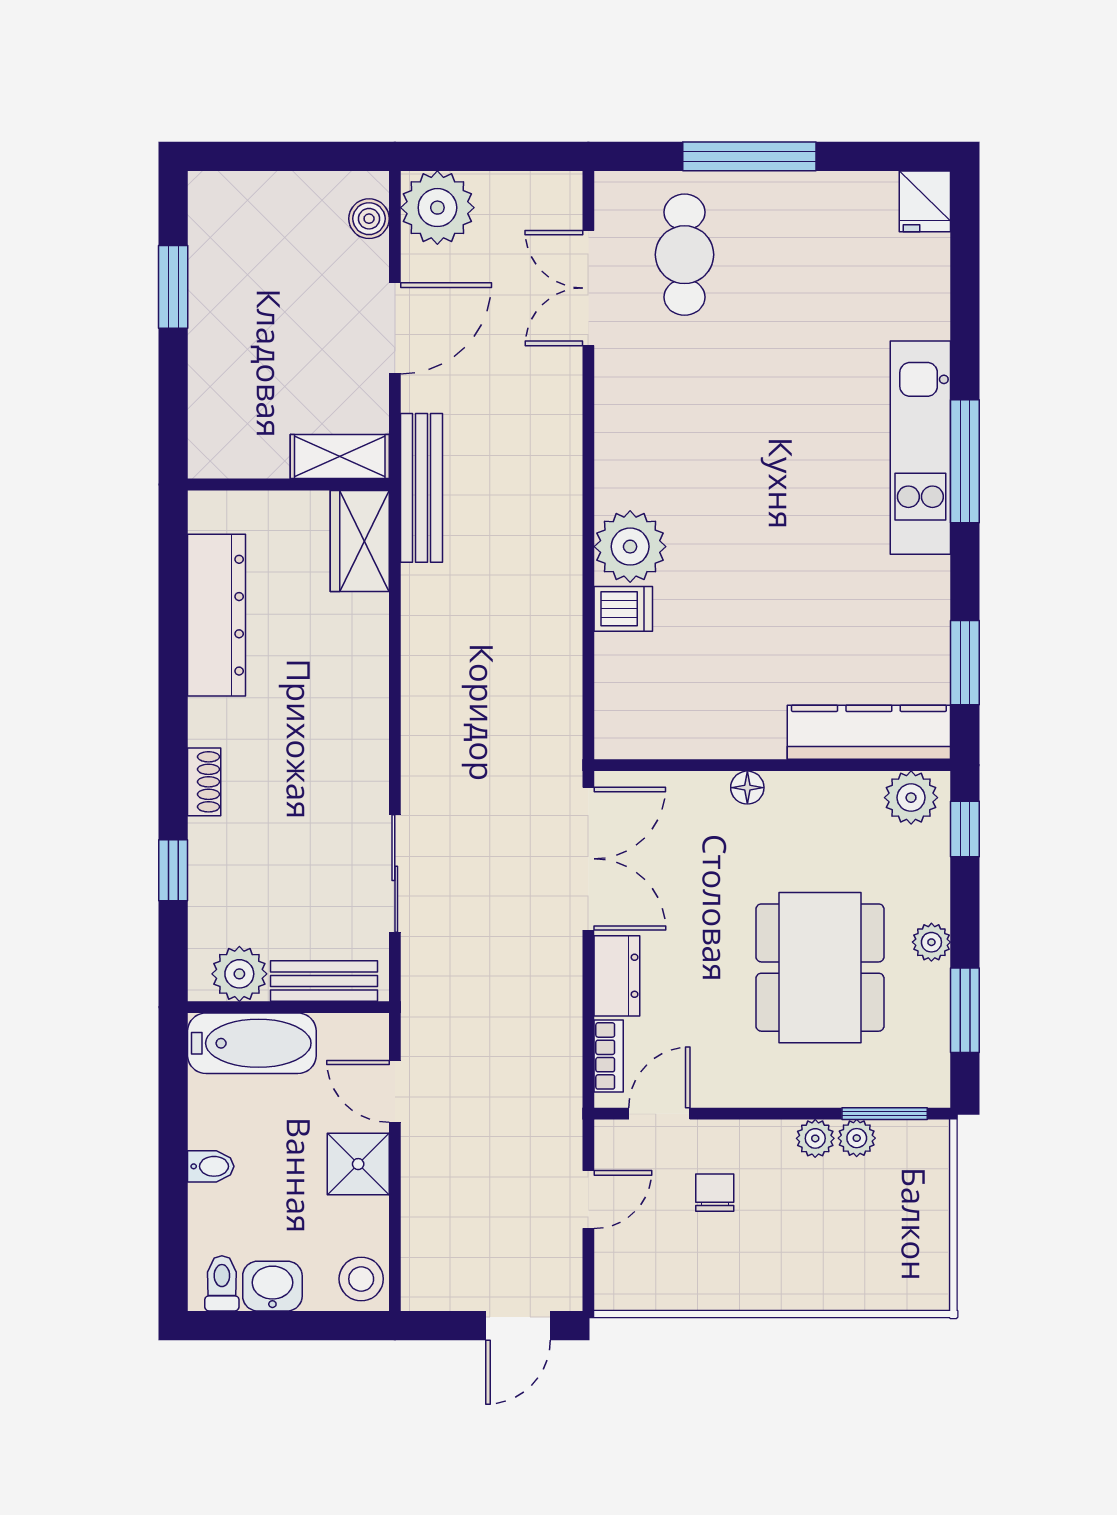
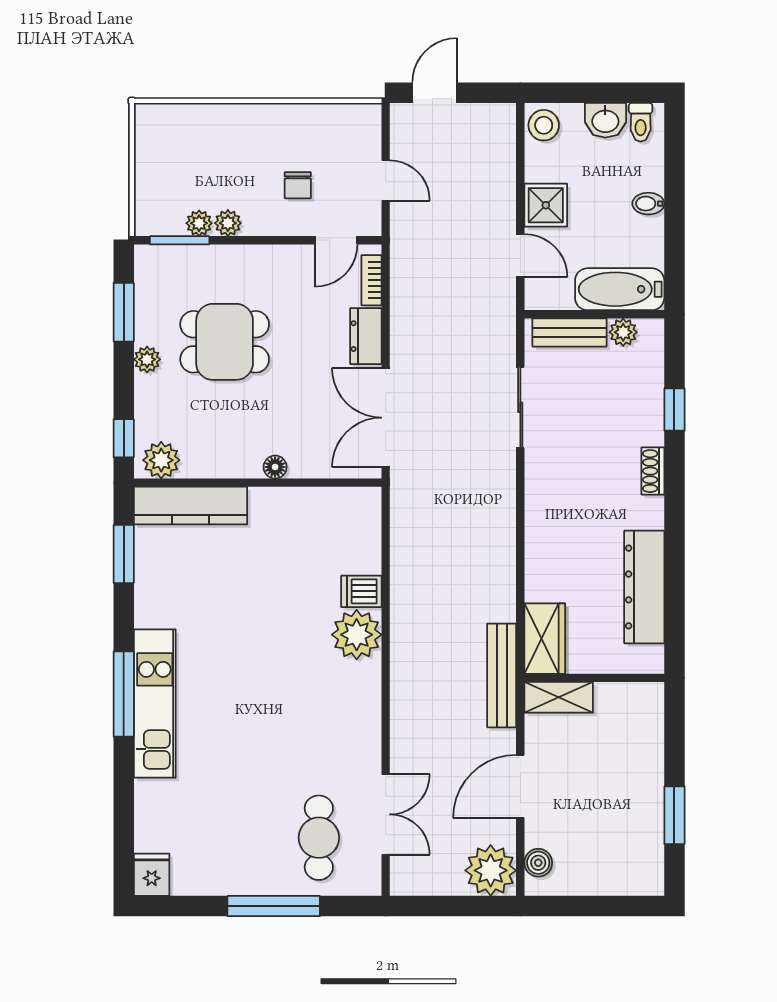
dining table: (820, 968) -> (225, 342), width x0.73
plant: (239, 974) -> (623, 332), width x0.73, depth x0.73
door: (588, 1200) -> (386, 180), swing flipped

